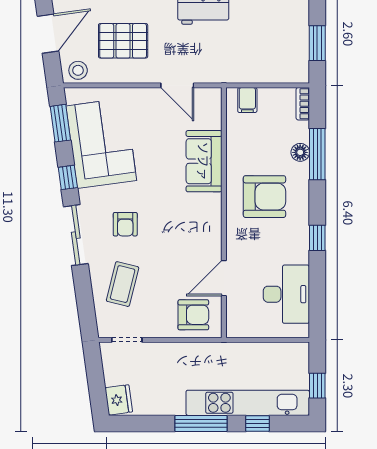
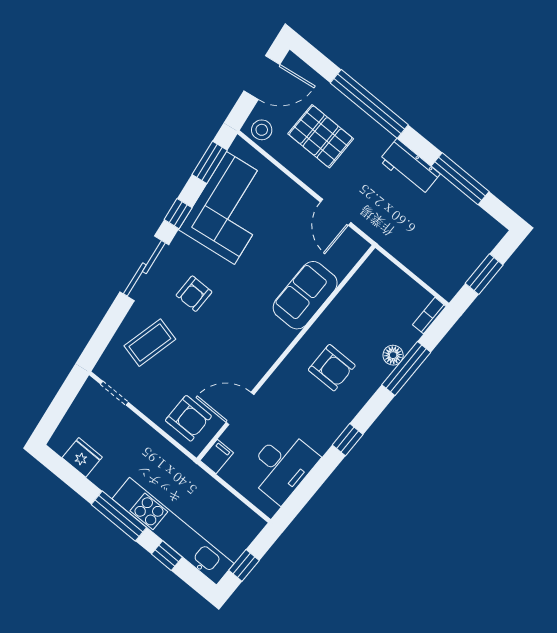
filing cabinet: (247, 100) -> (217, 457), moved, turned 180
armchair: (264, 197) -> (332, 368), width x0.73, depth x0.73
fridge: (119, 400) -> (82, 457), moved, turned -82

